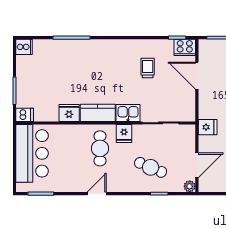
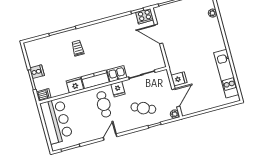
cooker: (24, 47) -> (37, 72), moved
trolley: (148, 68) -> (78, 48), moved
fridge: (208, 127) -> (179, 79), moved

